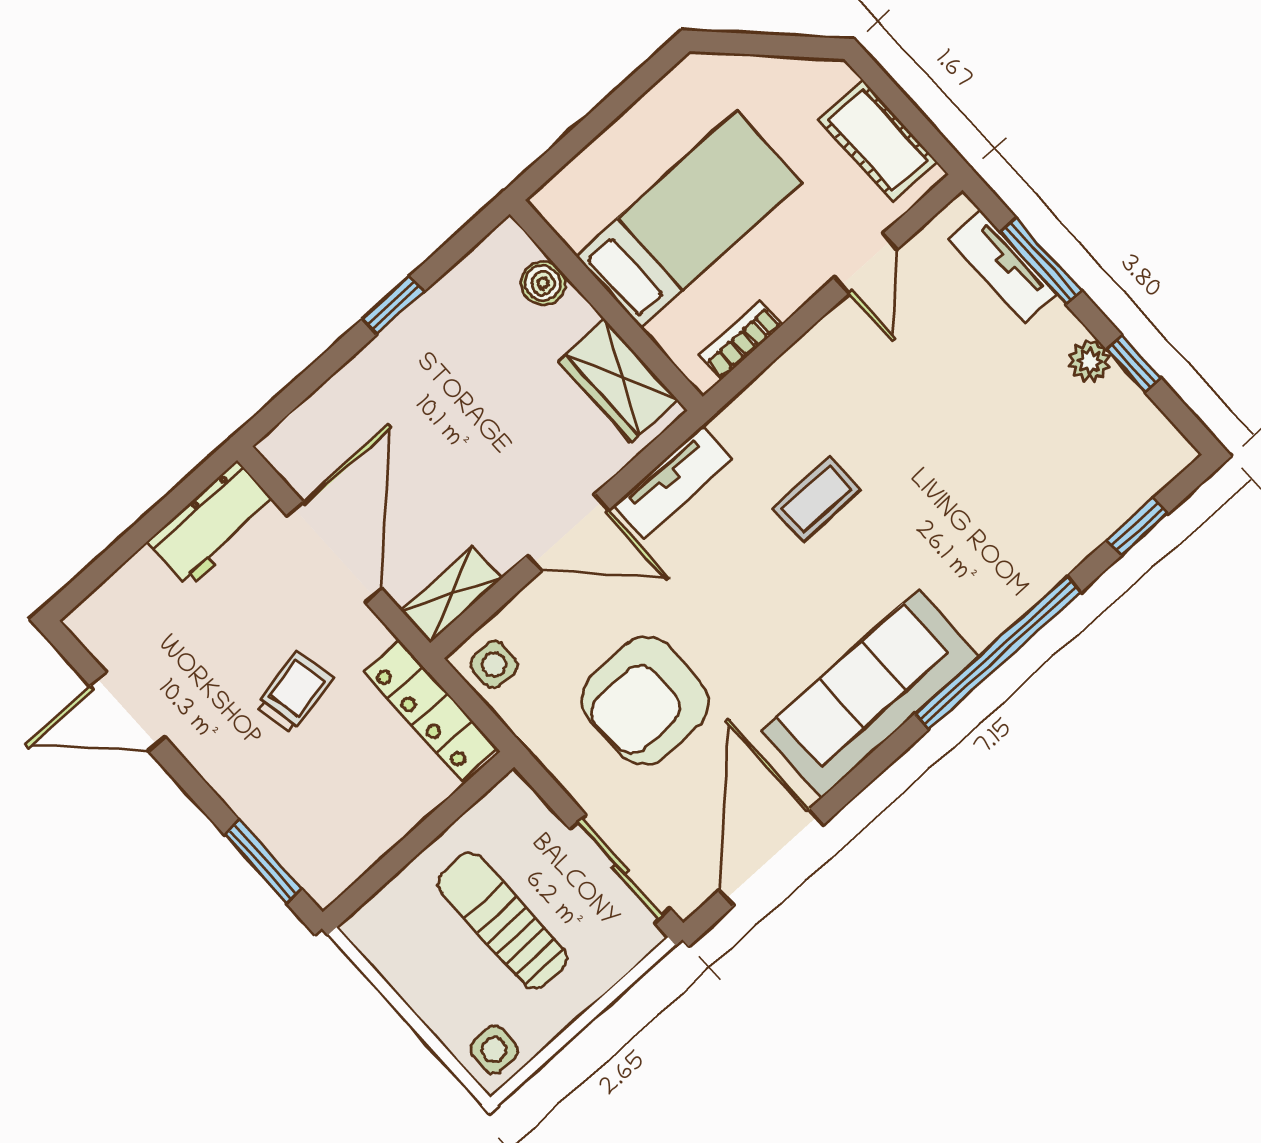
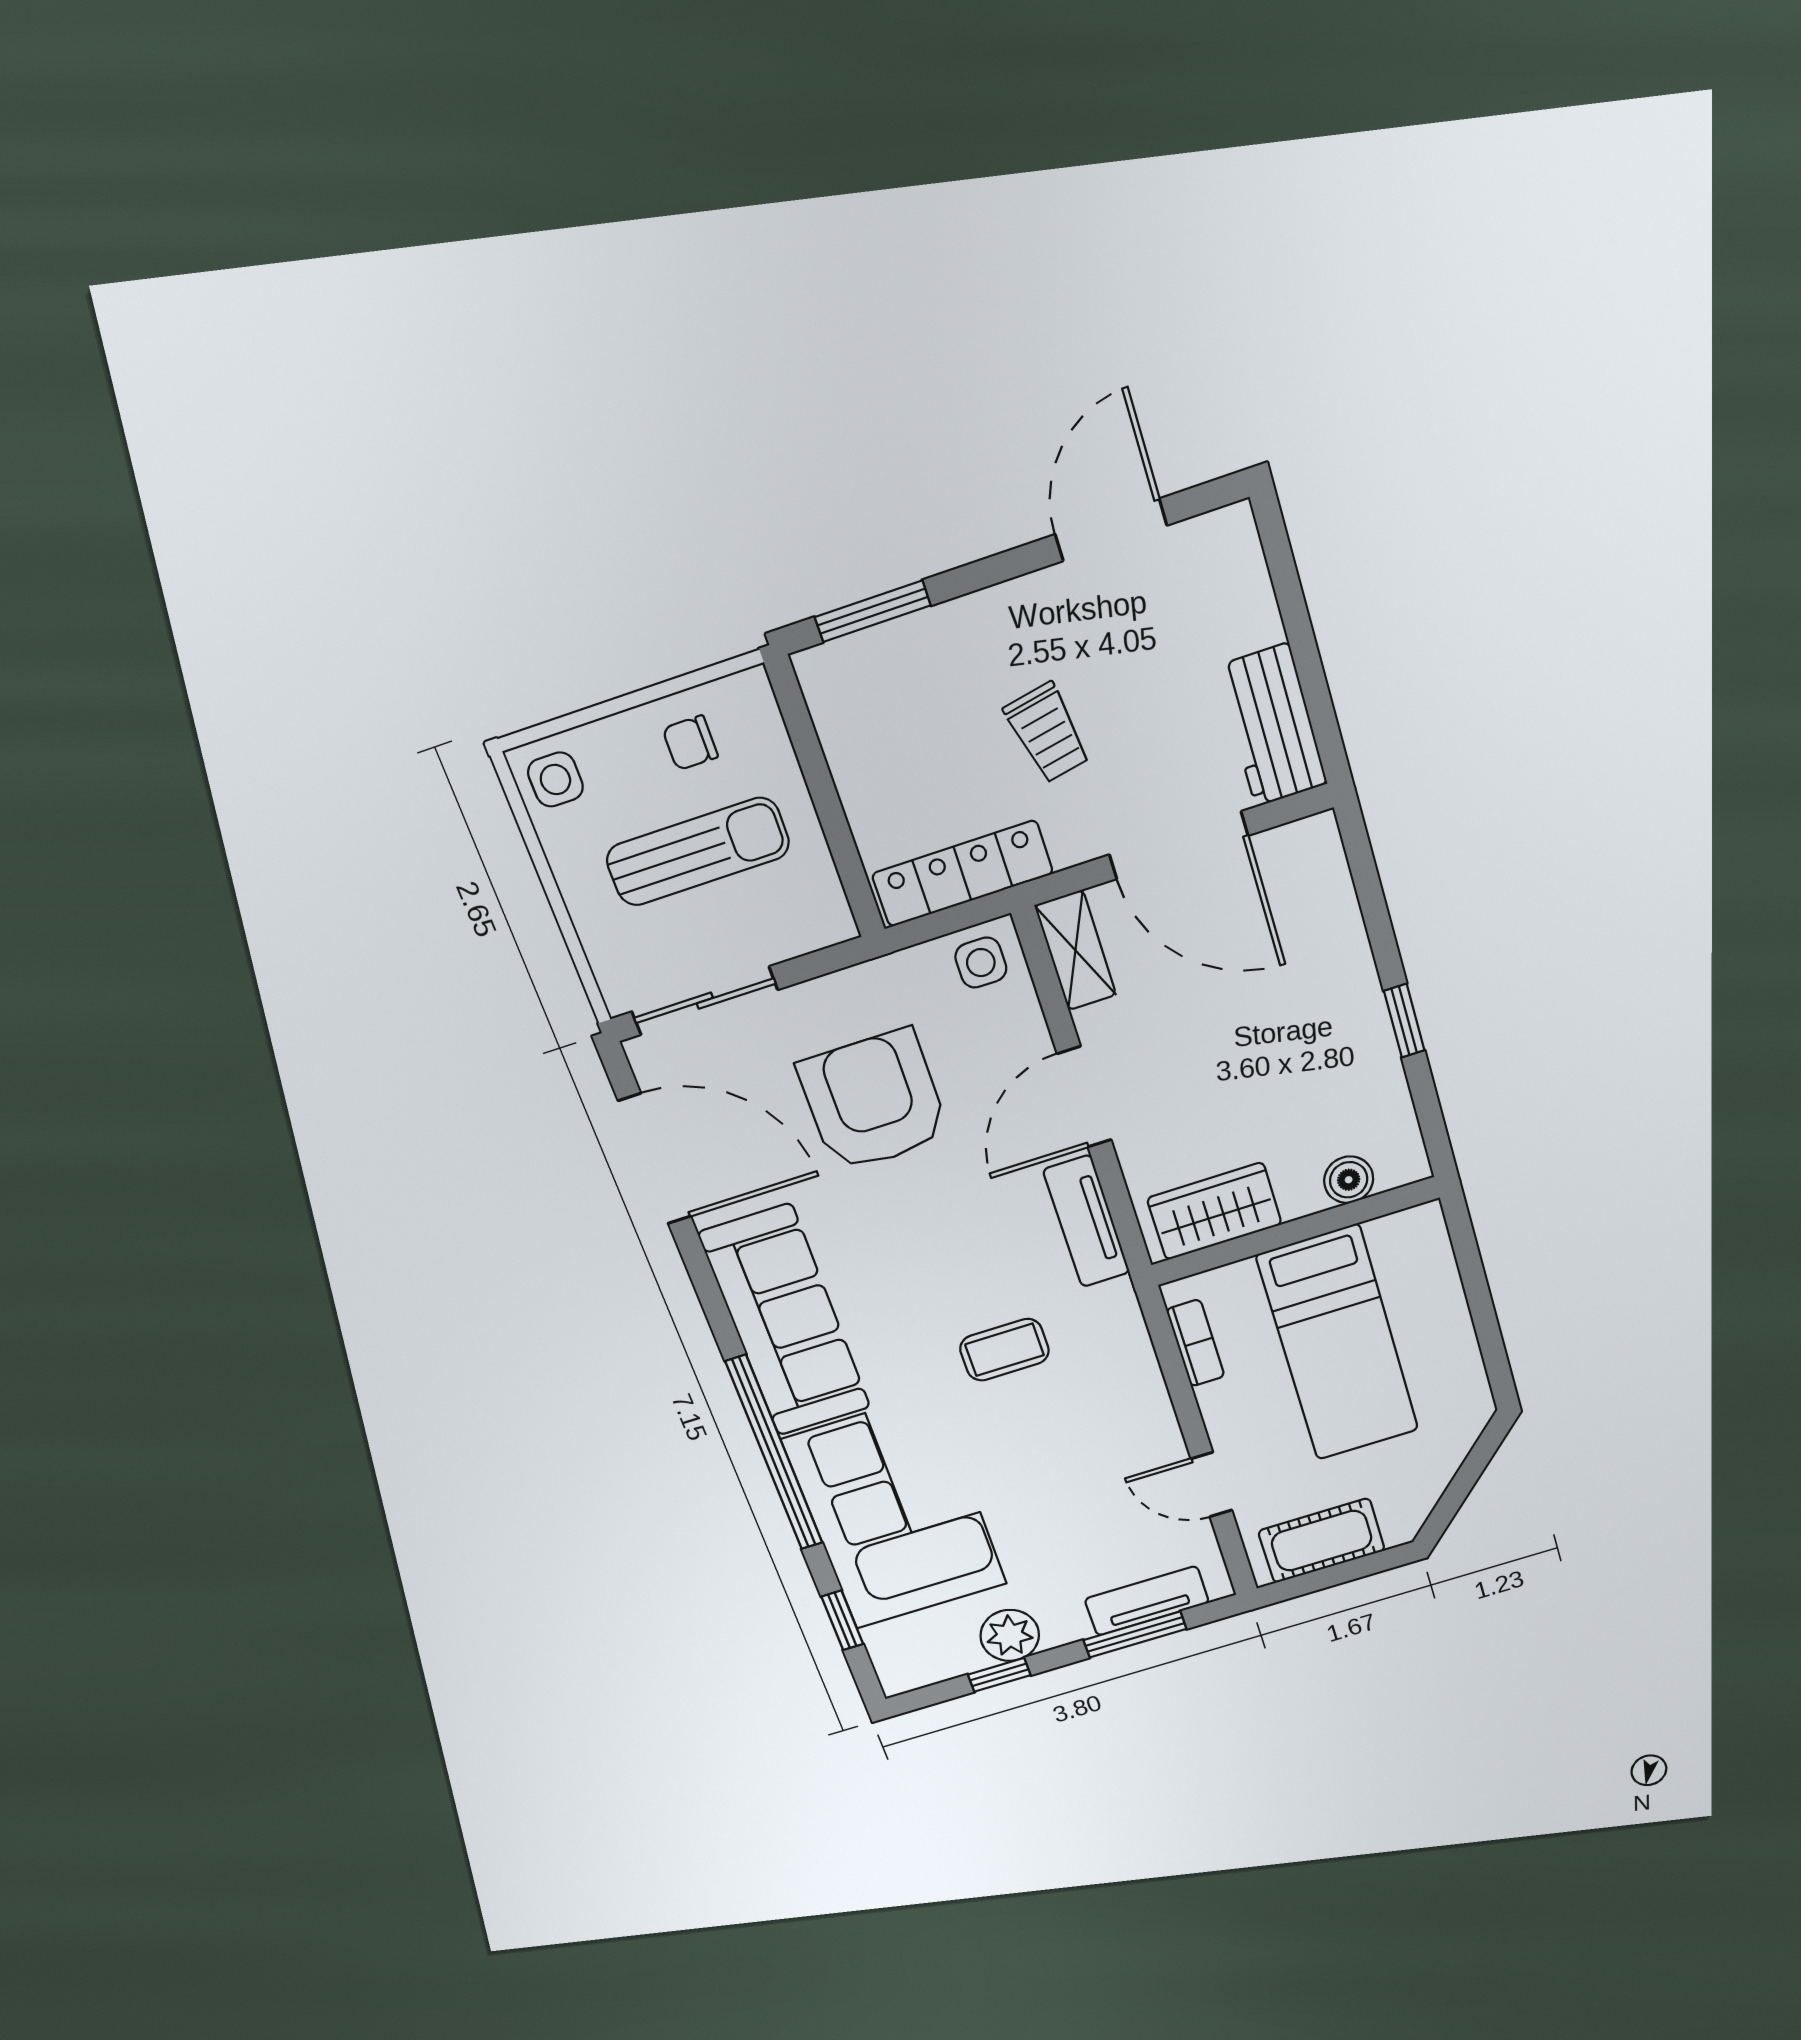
plant: (1090, 361) -> (1010, 1635), width x1.38, depth x1.38
coffee table: (817, 499) -> (1004, 1350), turned 90
corner sofa: (1010, 526) -> (895, 1512), added
chair: (421, 959) -> (690, 743), added

